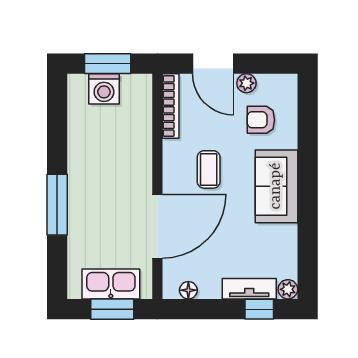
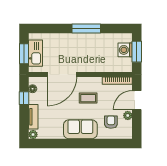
window: (57, 205) -> (86, 28), moved
door: (157, 226) -> (62, 75), hinge flipped
window: (259, 309) -> (24, 98), moved

